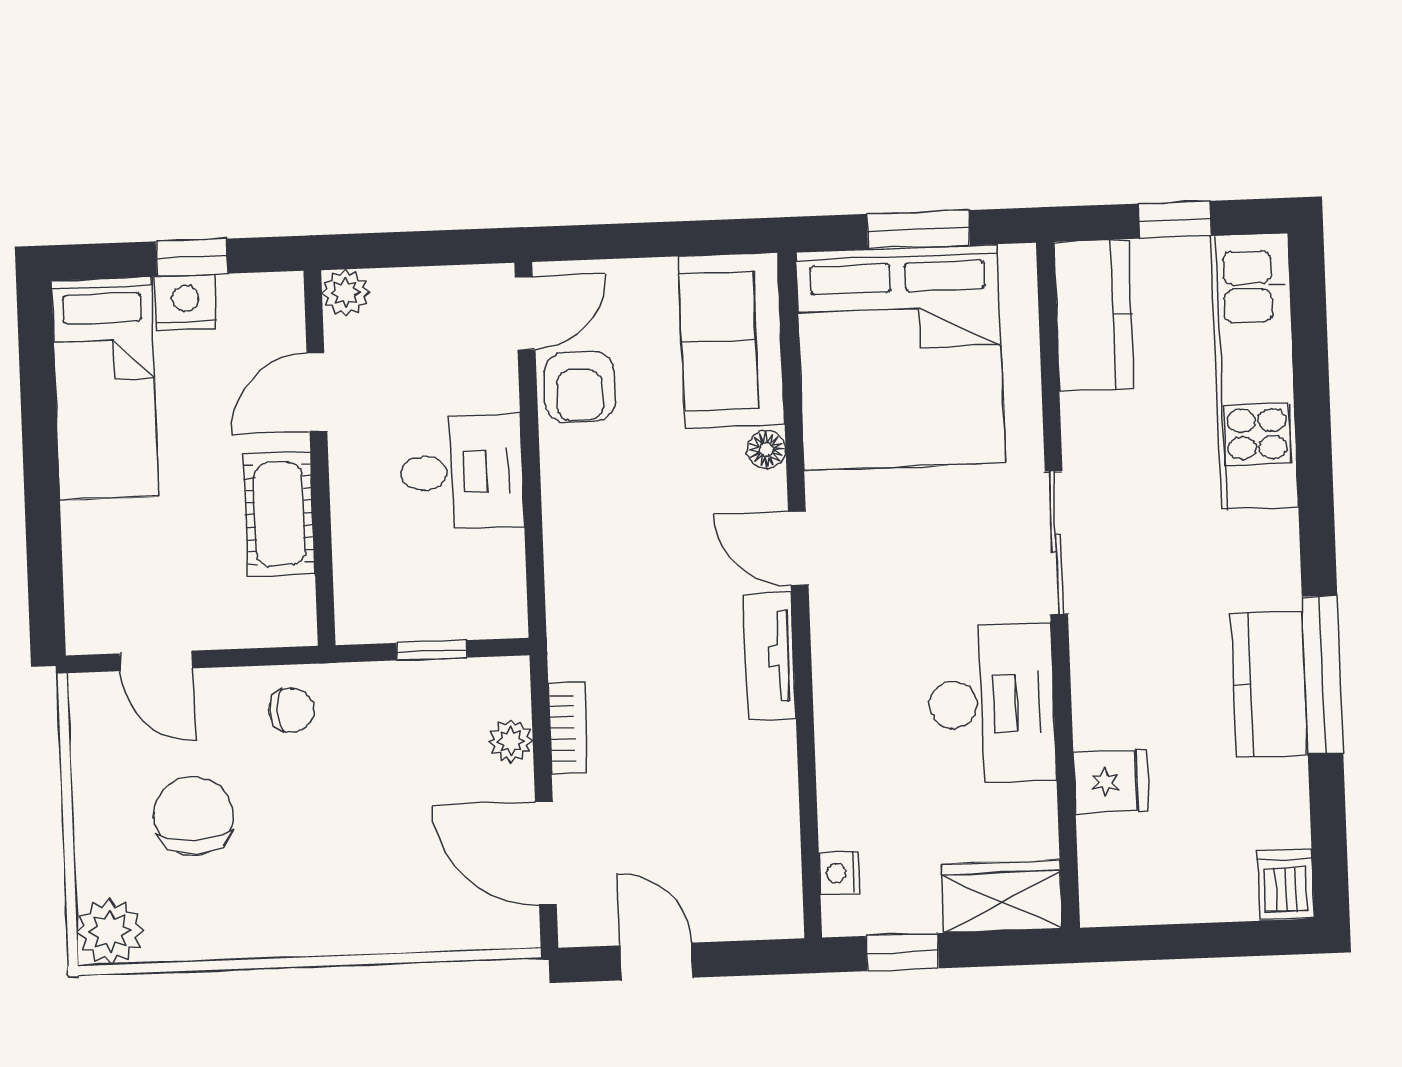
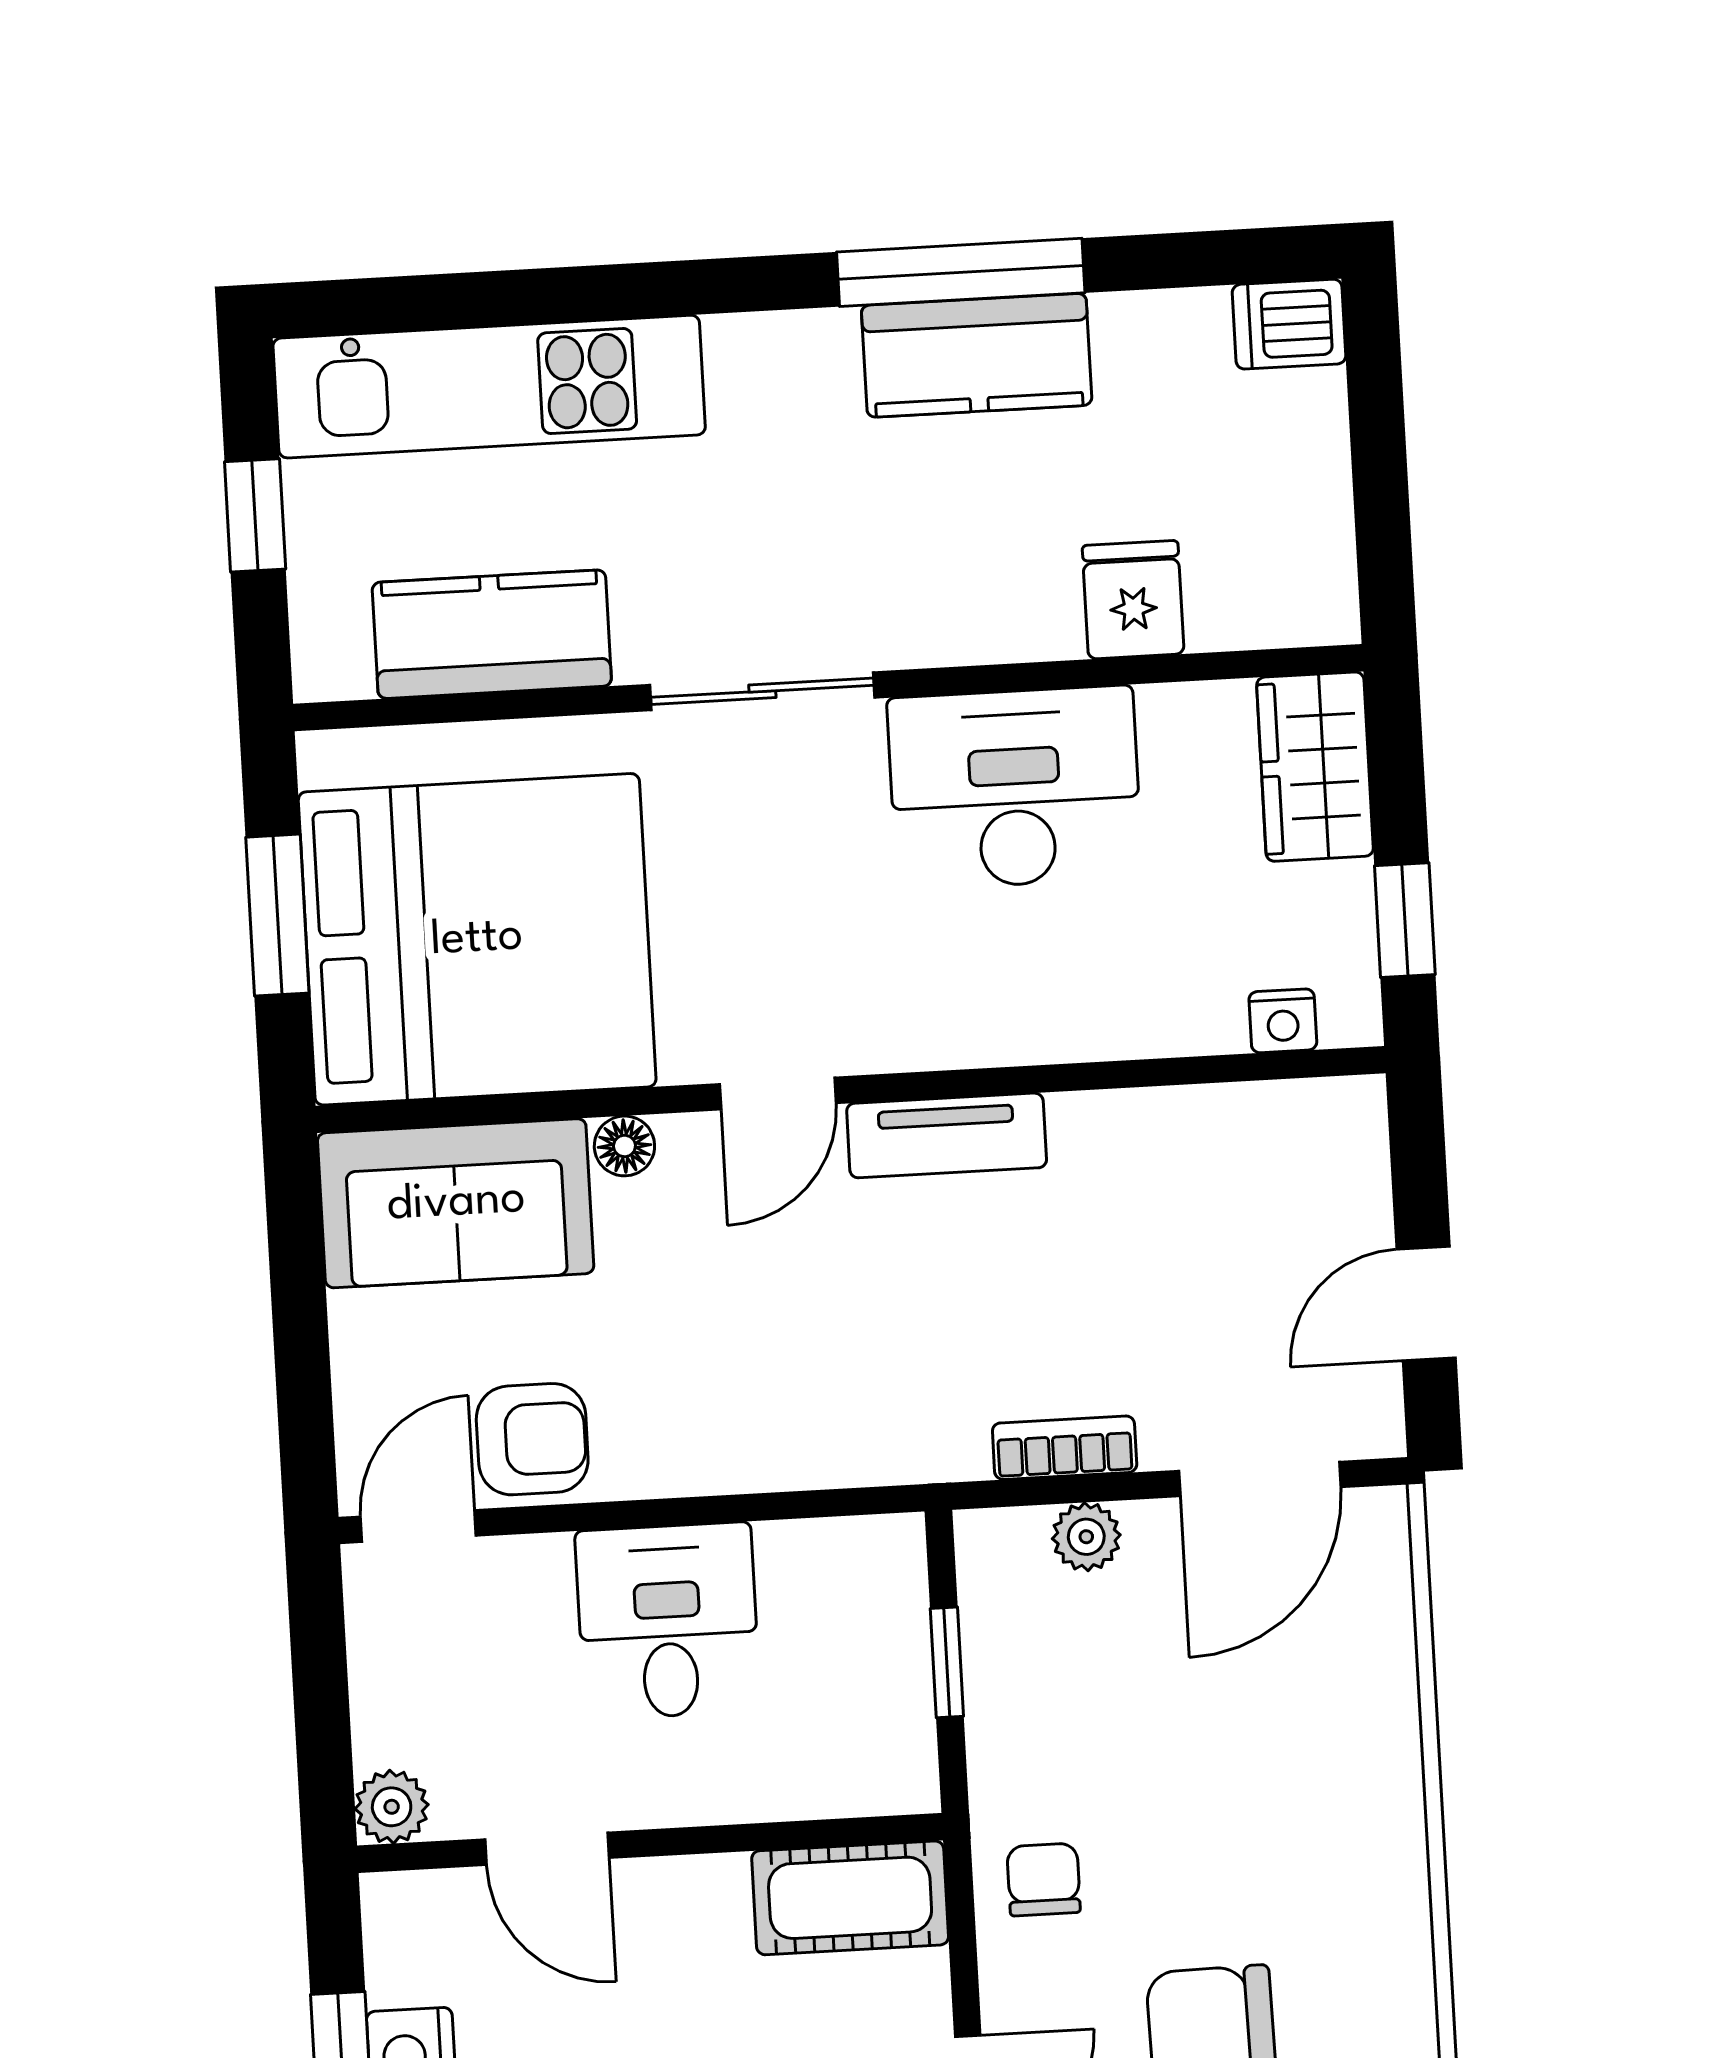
door: (525, 313) -> (418, 1526), hinge flipped
kitchen counter: (1094, 315) -> (492, 634), moved
cot: (279, 514) -> (850, 1898), moved

